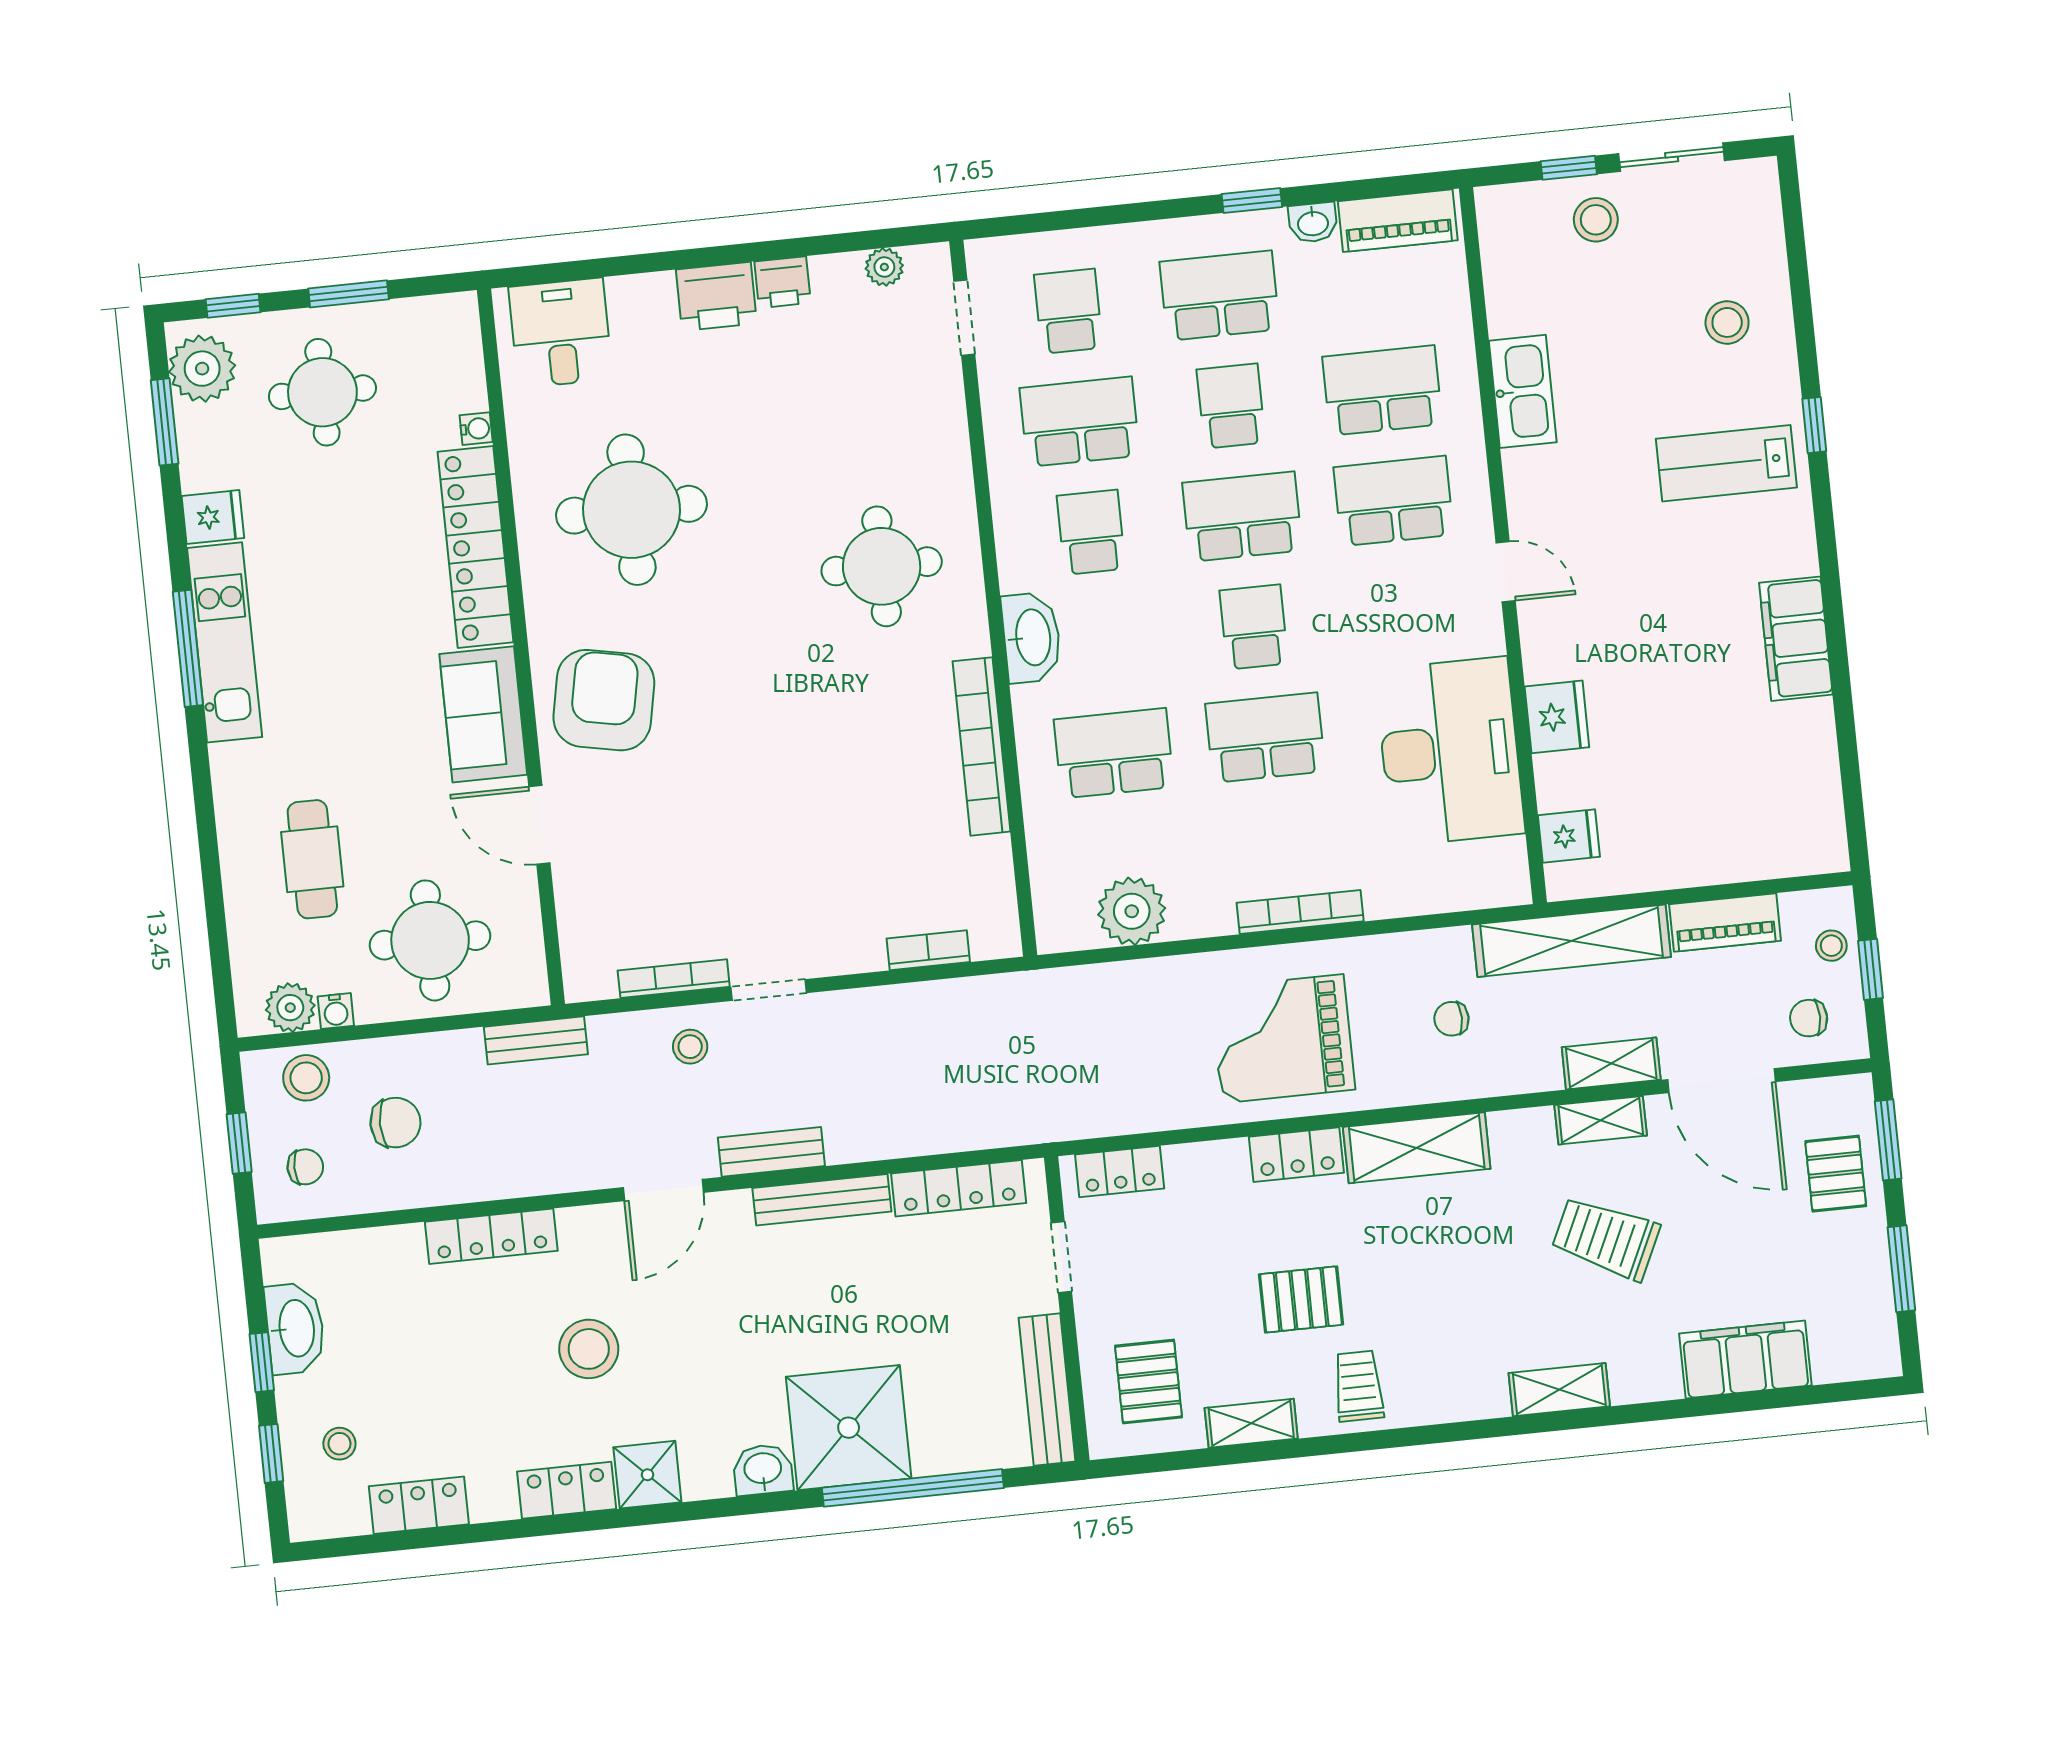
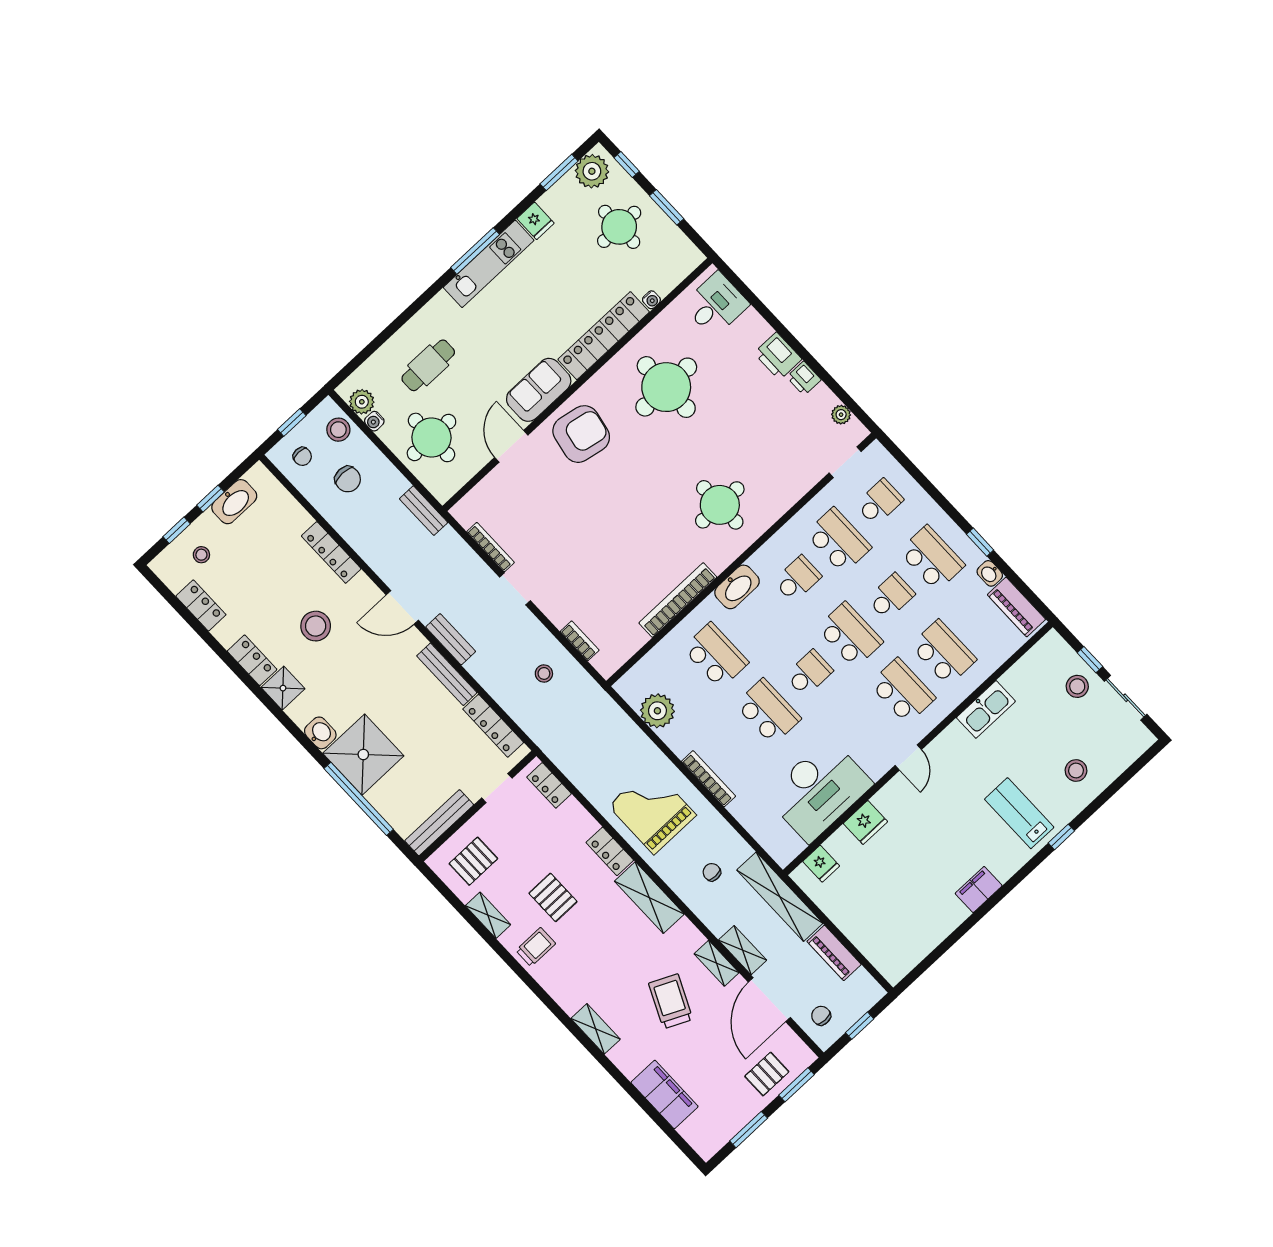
filing cabinet: (1796, 639) -> (979, 889), width x0.67, depth x0.86
stool: (1831, 946) -> (857, 1003), removed
stool: (690, 1047) -> (544, 673), moved

